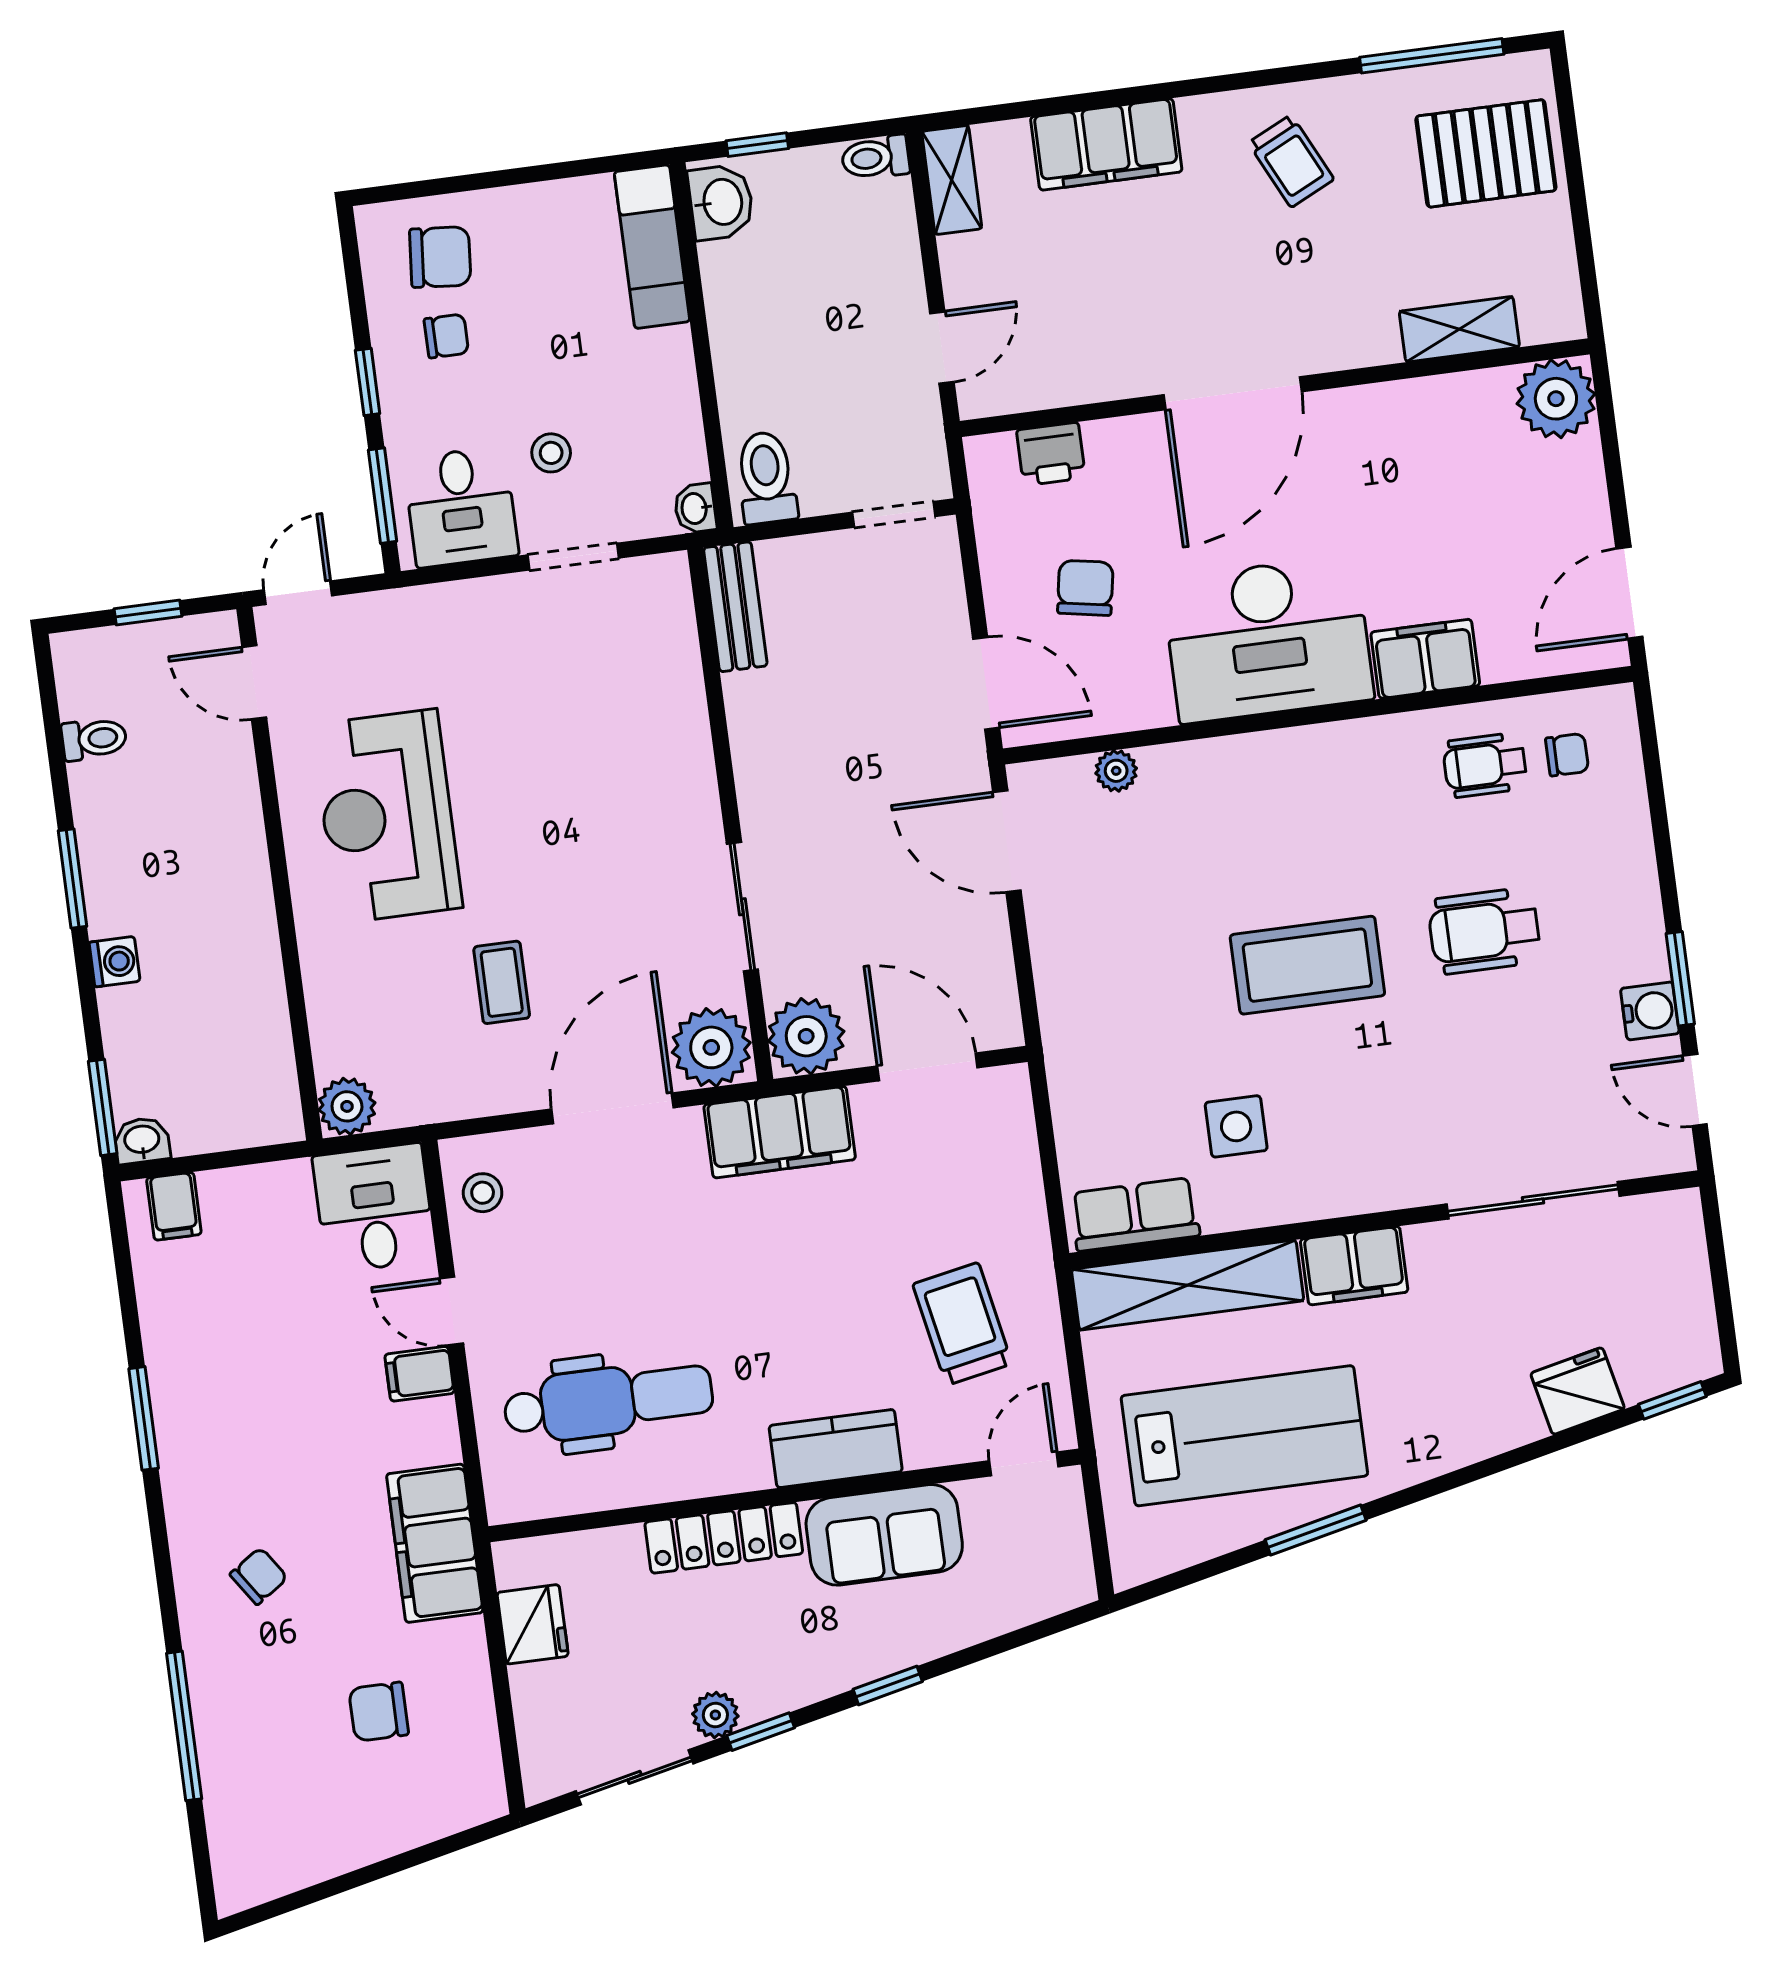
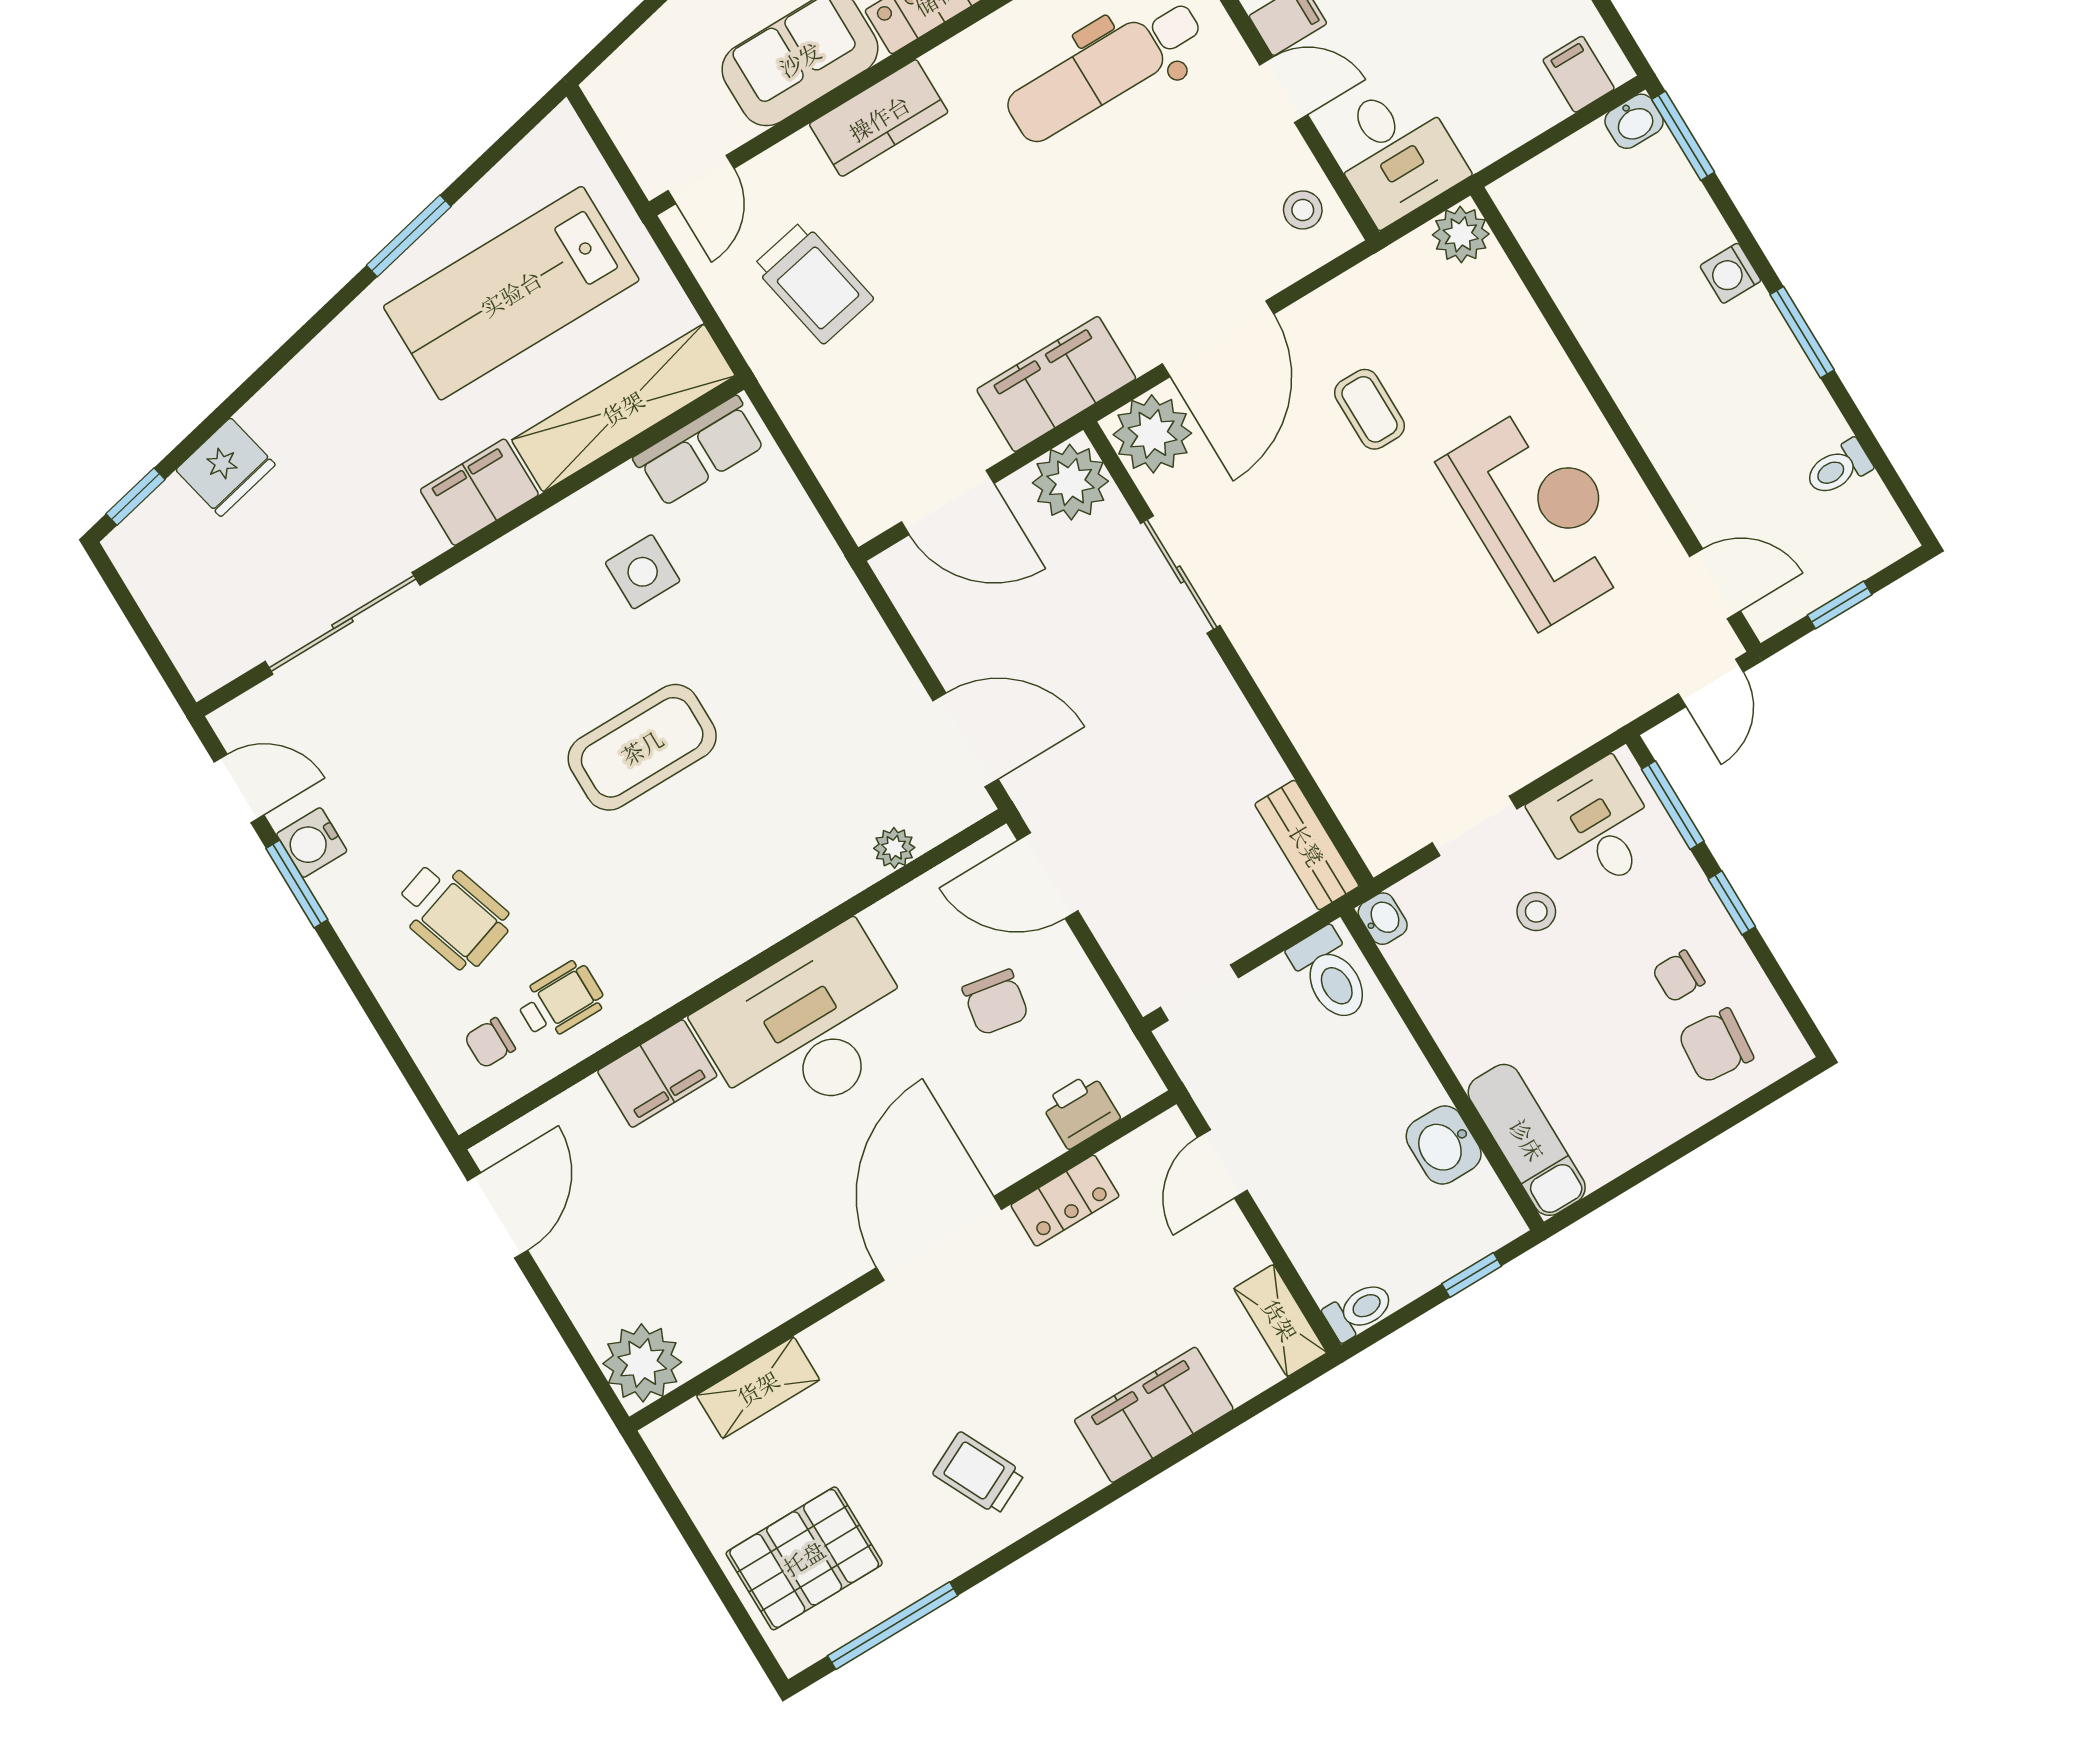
washbasin: (721, 202) -> (1444, 1145), moved
locker: (1101, 377) -> (1065, 1201), added
wheelchair: (1484, 931) -> (453, 915), moved, turned 72

